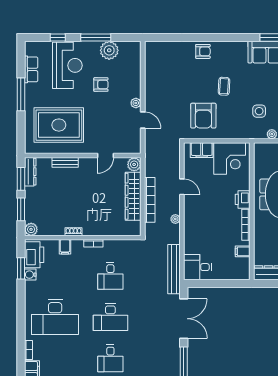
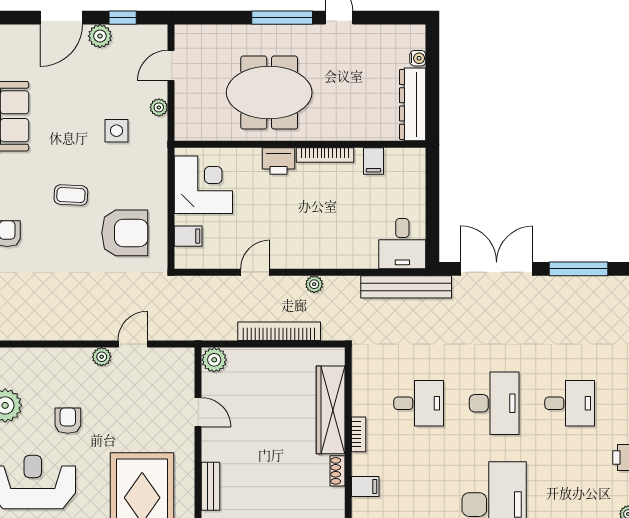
filing cabinet: (202, 150) -> (188, 236), width x0.50
wardrobe: (133, 196) -> (331, 410), moved, turned 90

